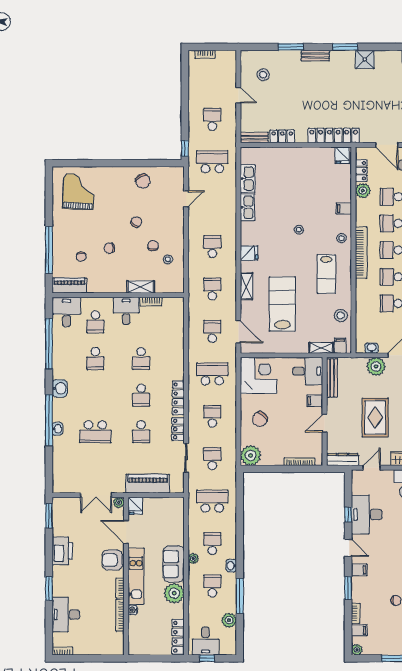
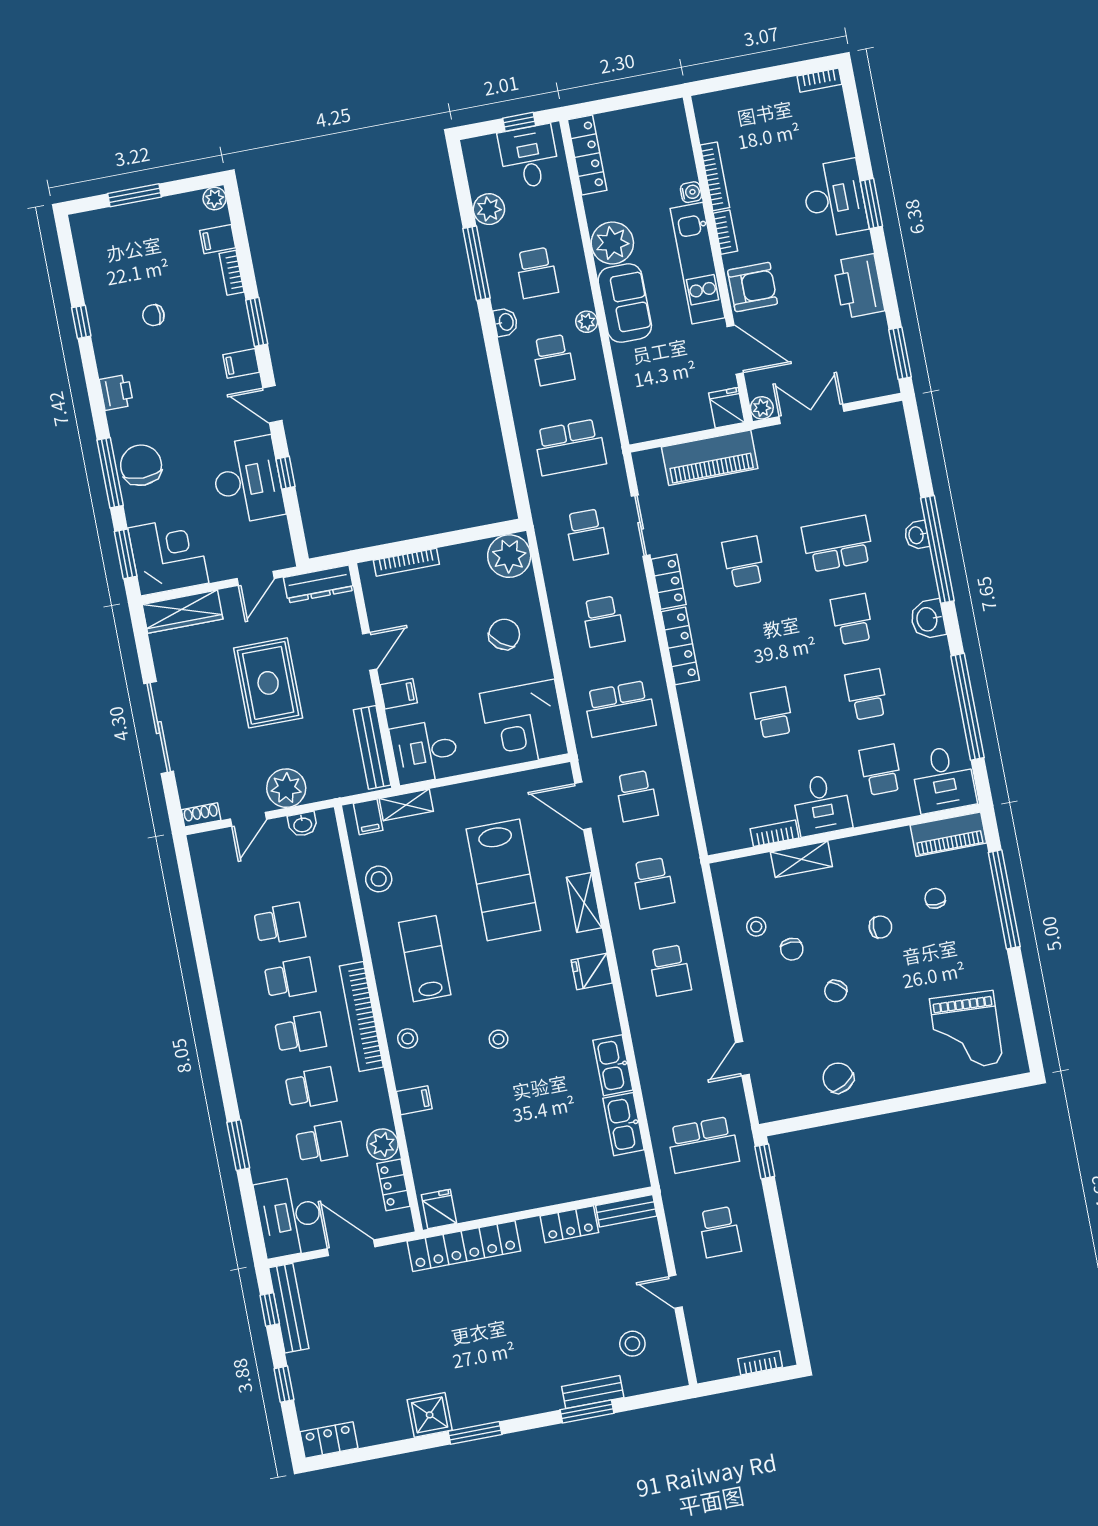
bench: (315, 56) -> (593, 1392), moved
school desk: (141, 395) -> (852, 619), moved
desk: (66, 614) -> (834, 199), moved

